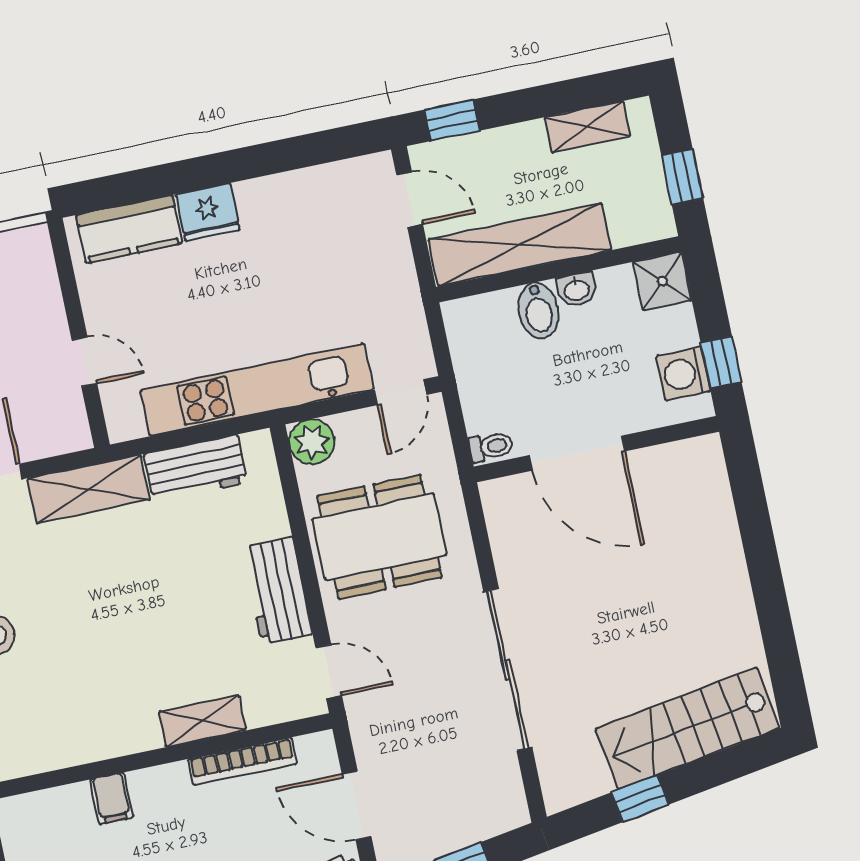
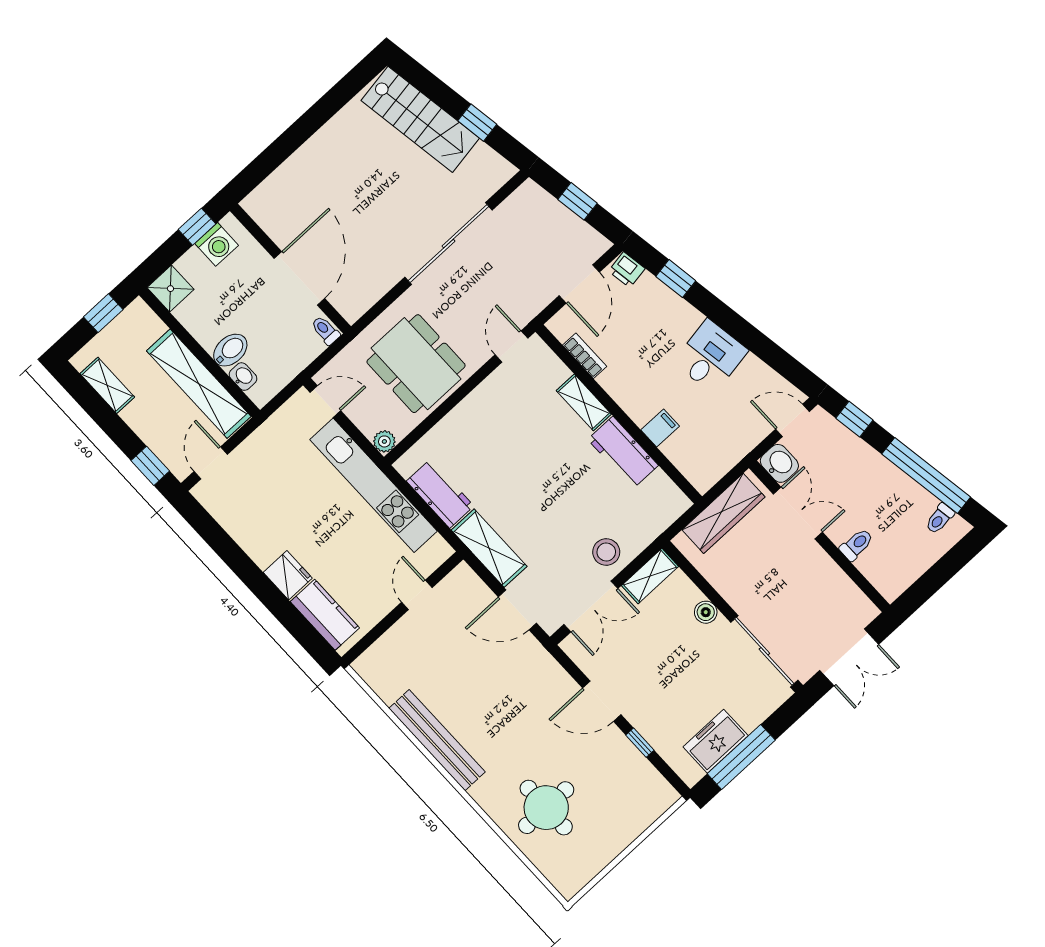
washbasin: (577, 289) -> (243, 377), moved
plant: (312, 442) -> (384, 441), width x0.73, depth x0.73
workbench: (277, 591) -> (623, 452), moved, turned 90
bookcase: (242, 761) -> (585, 356), width x0.64

